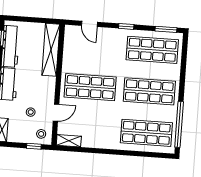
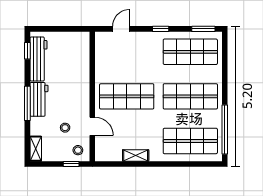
door: (89, 24) -> (121, 29), swing flipped
shelving: (51, 50) -> (82, 60), removed
door: (56, 113) -> (92, 126), hinge flipped
shelving: (69, 141) -> (136, 155), moved

